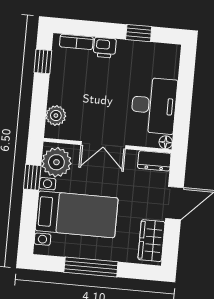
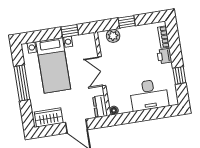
window: (43, 61) -> (127, 22), moved
desk: (154, 105) -> (149, 95), moved
plant: (56, 162) -> (83, 44), removed

